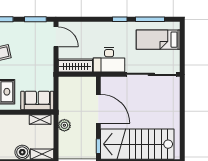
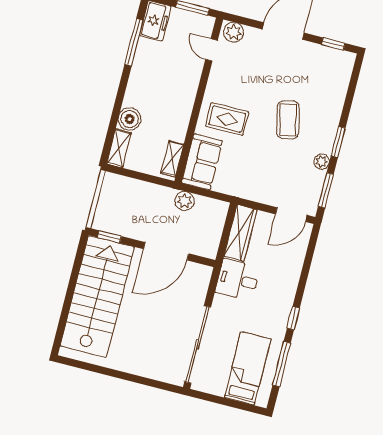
plant: (18, 26) -> (322, 162), added
desk: (109, 60) -> (238, 280), width x0.73
plant: (64, 125) -> (184, 201), moved

